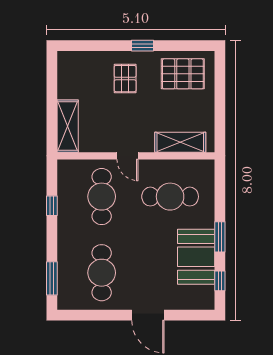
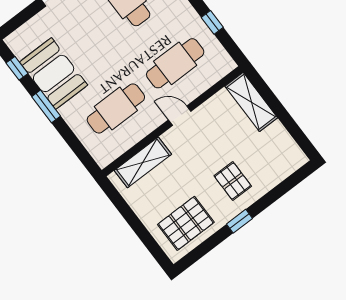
cafe table: (102, 197) -> (175, 63), turned 90

